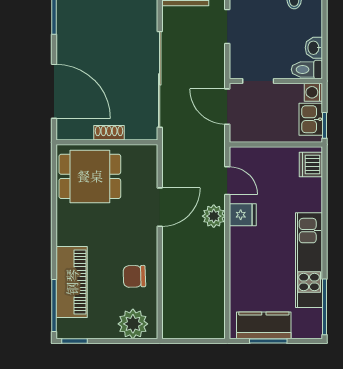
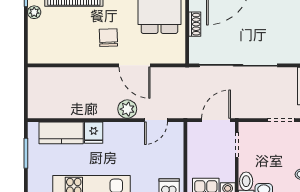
fridge: (243, 215) -> (94, 133), moved
chair: (134, 276) -> (108, 38), moved
plant: (133, 324) -> (34, 12), moved, width x0.53, depth x0.53
kitchen counter: (264, 325) -> (61, 133), moved, turned 90

